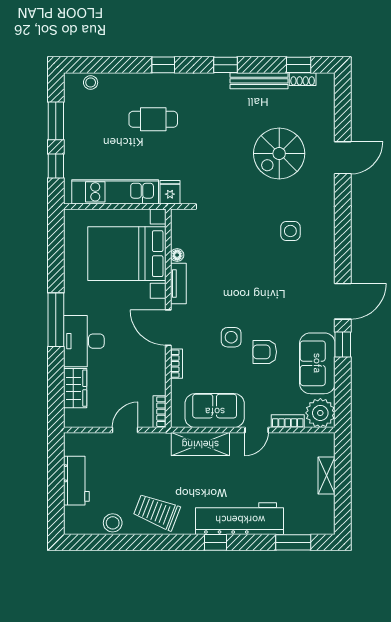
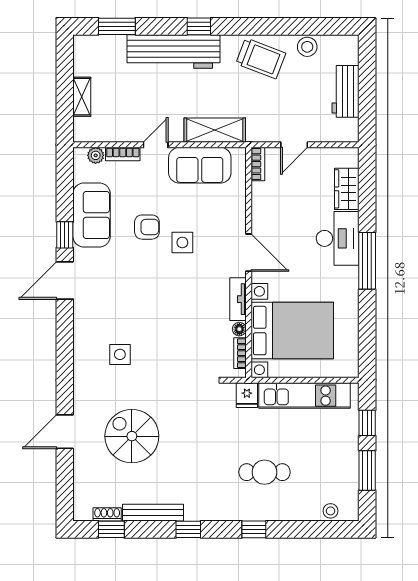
spiral stairs: (279, 153) -> (132, 436), turned -90
bookcase: (176, 364) -> (240, 353), moved
plant: (320, 413) -> (96, 155), width x0.53, depth x0.53

